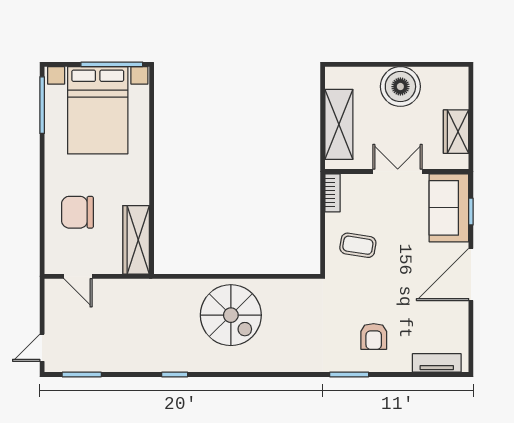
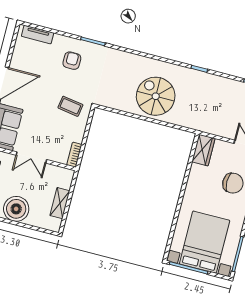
shelving: (339, 124) -> (60, 203), width x0.67, depth x0.75
wardrobe: (136, 240) -> (203, 150), width x0.67
coffee table: (358, 245) -> (70, 106), moved

